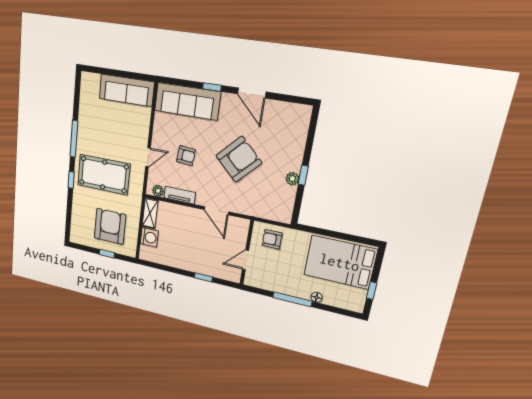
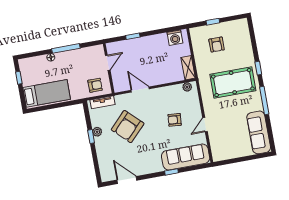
sofa: (126, 90) -> (259, 132), moved, turned -90
door: (252, 93) -> (127, 180), moved
door: (148, 157) -> (205, 125), moved
armchair: (239, 159) -> (128, 127), moved
tv unit: (180, 195) -> (103, 102), moved
armchair: (110, 226) -> (217, 45), width x0.53, depth x0.53
washing machine: (149, 237) -> (175, 38), moved, turned -90
bed: (340, 262) -> (47, 93), width x0.67

